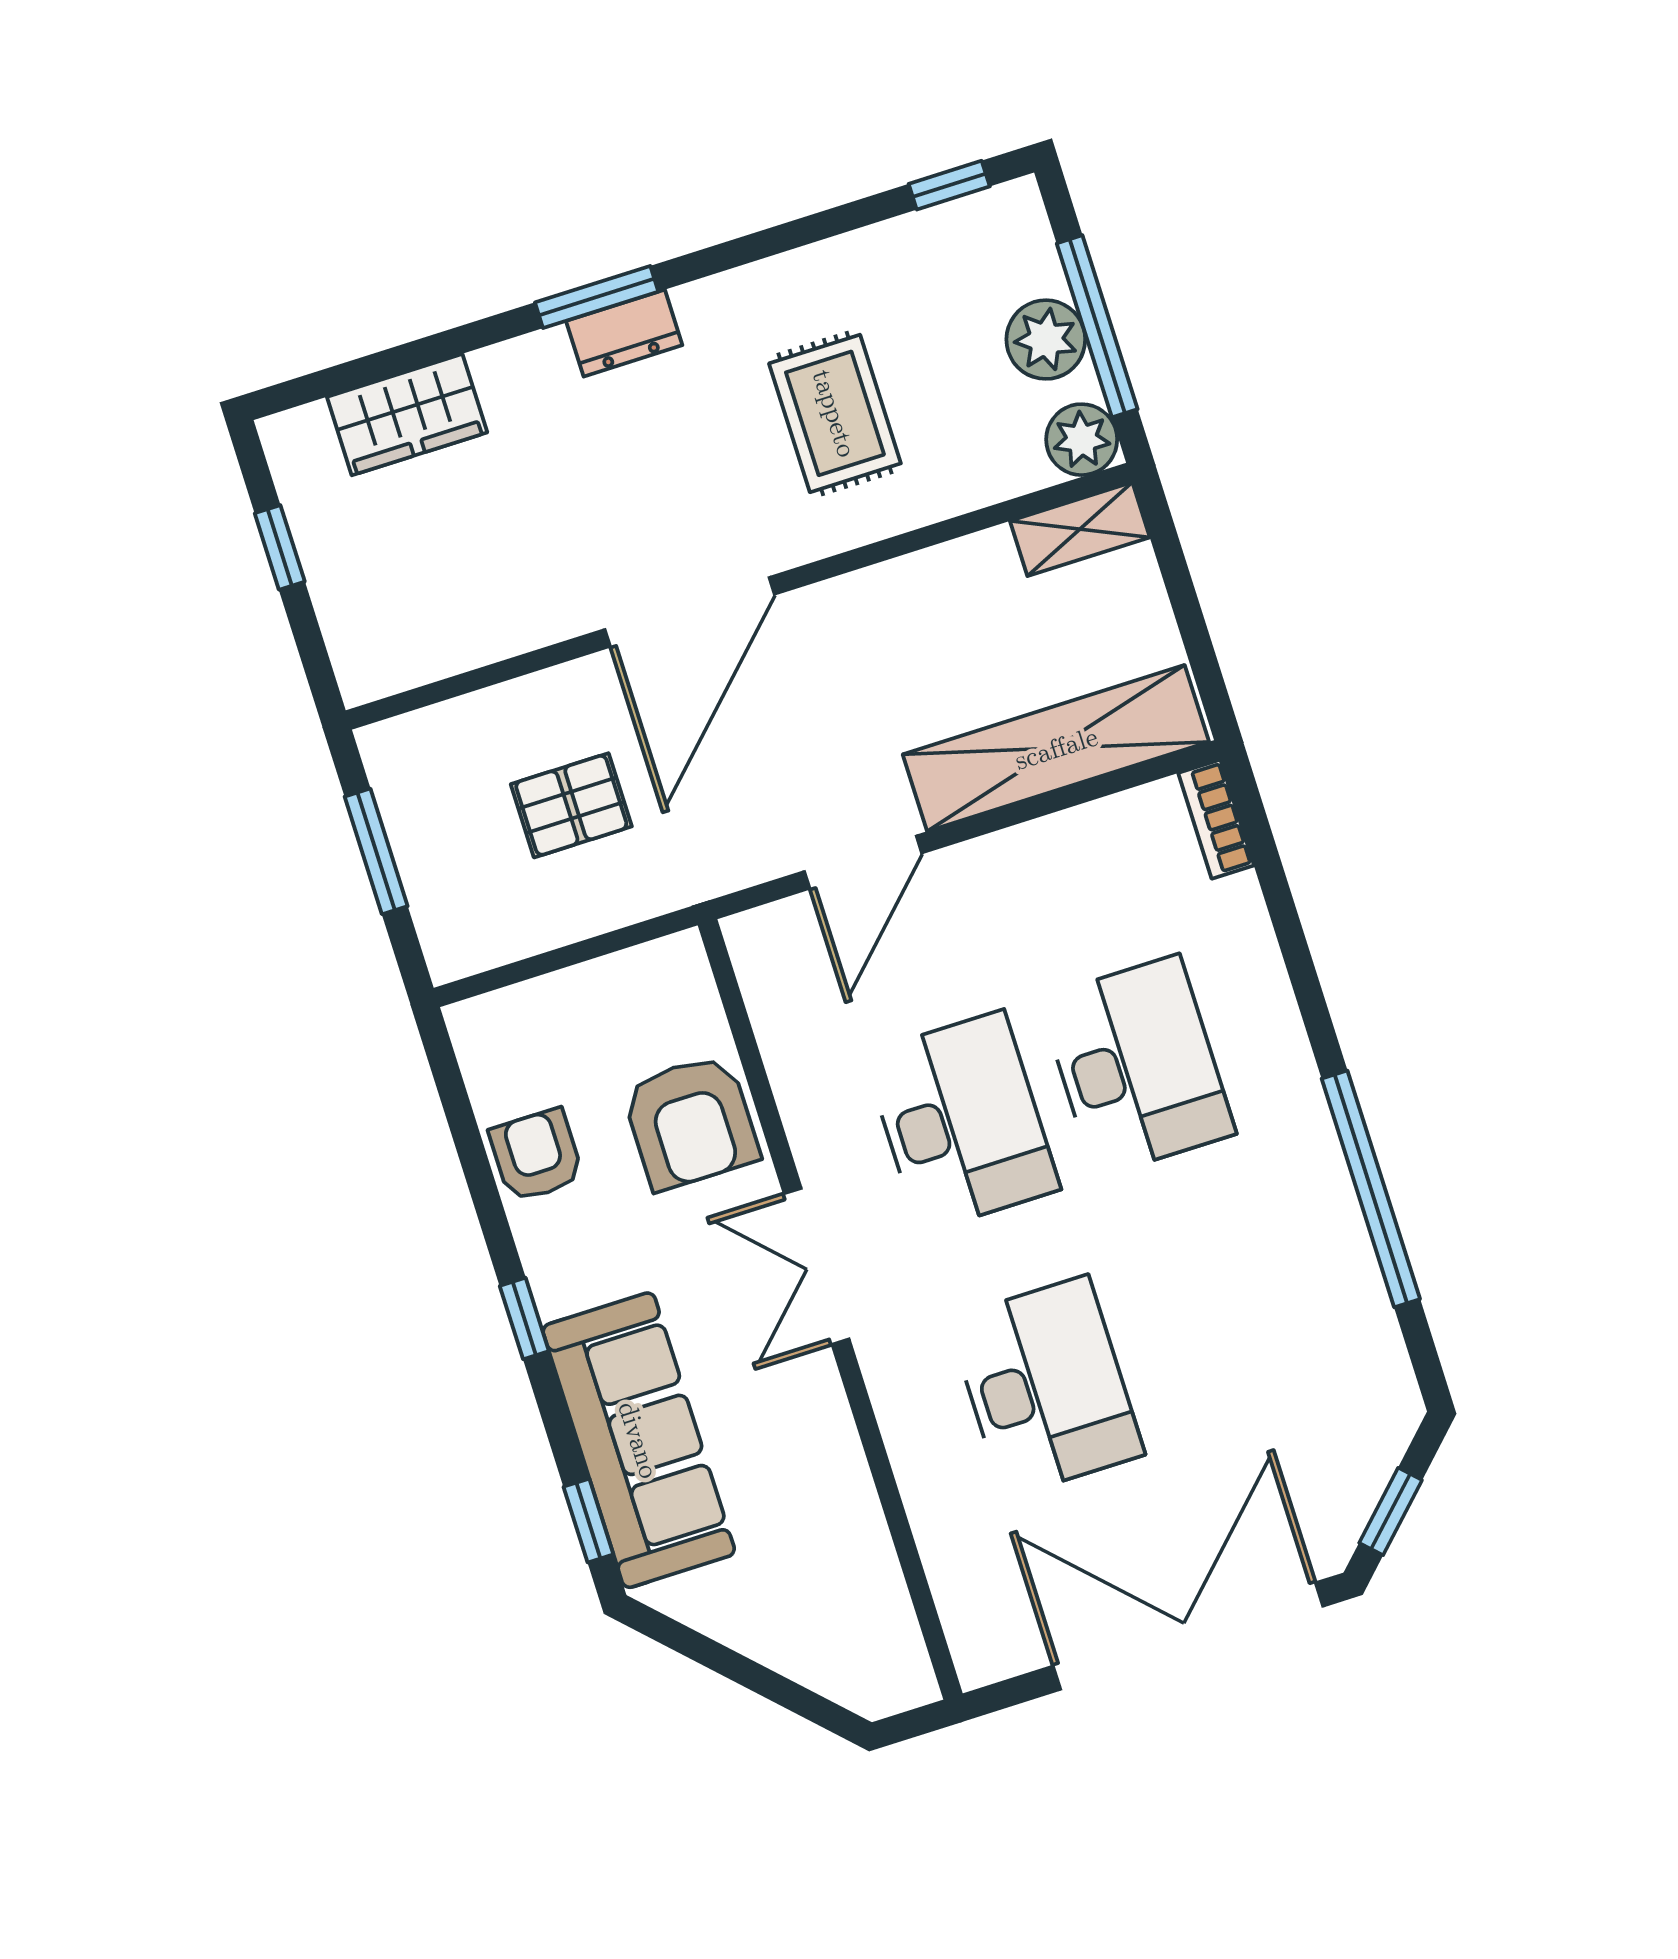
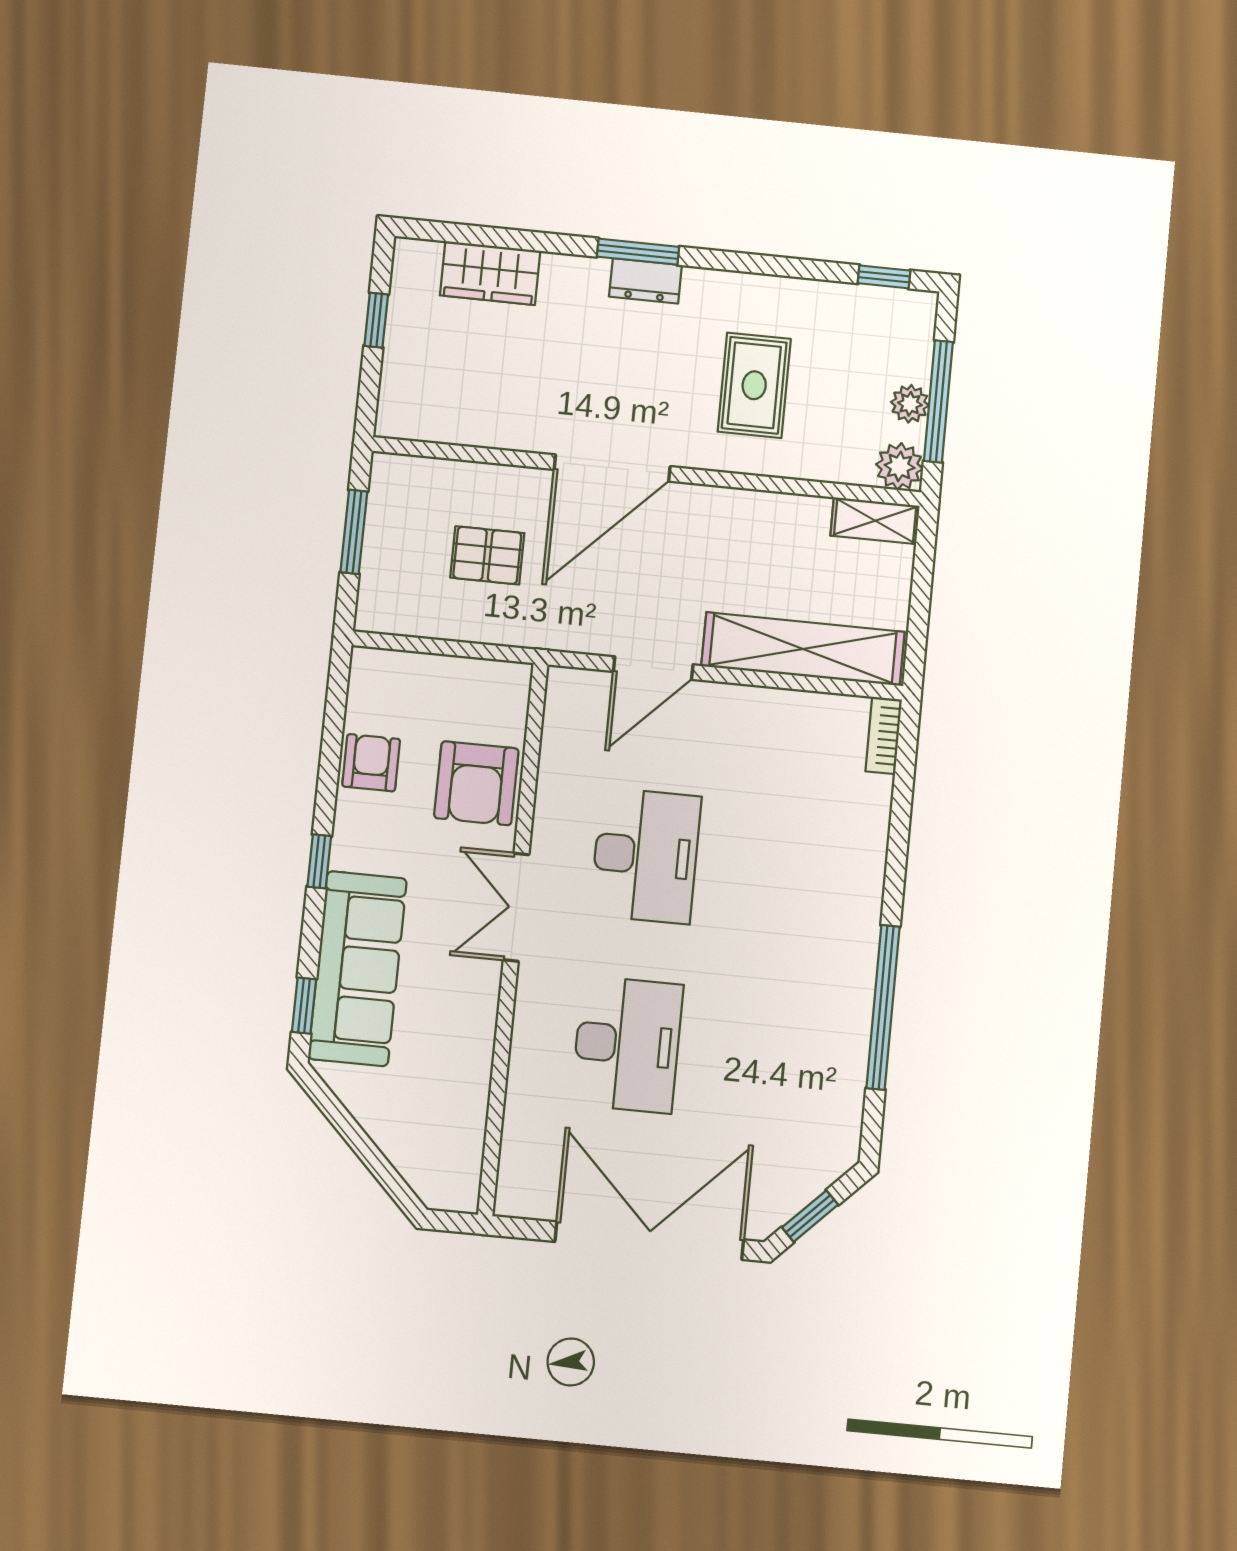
plant: (1046, 340) -> (910, 404), width x0.73, depth x0.73
desk: (1137, 1066) -> (770, 868), removed

